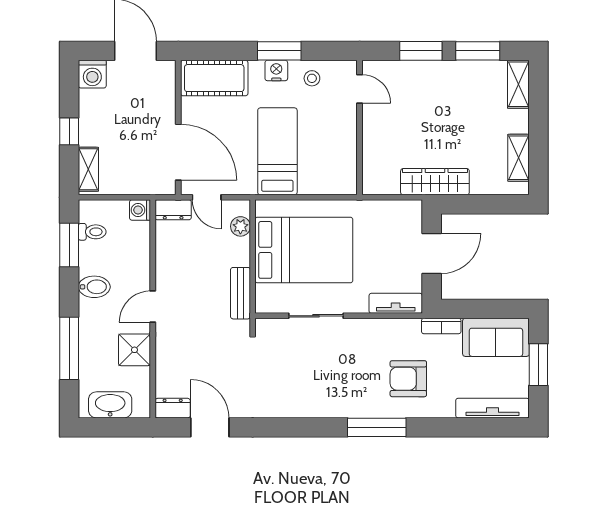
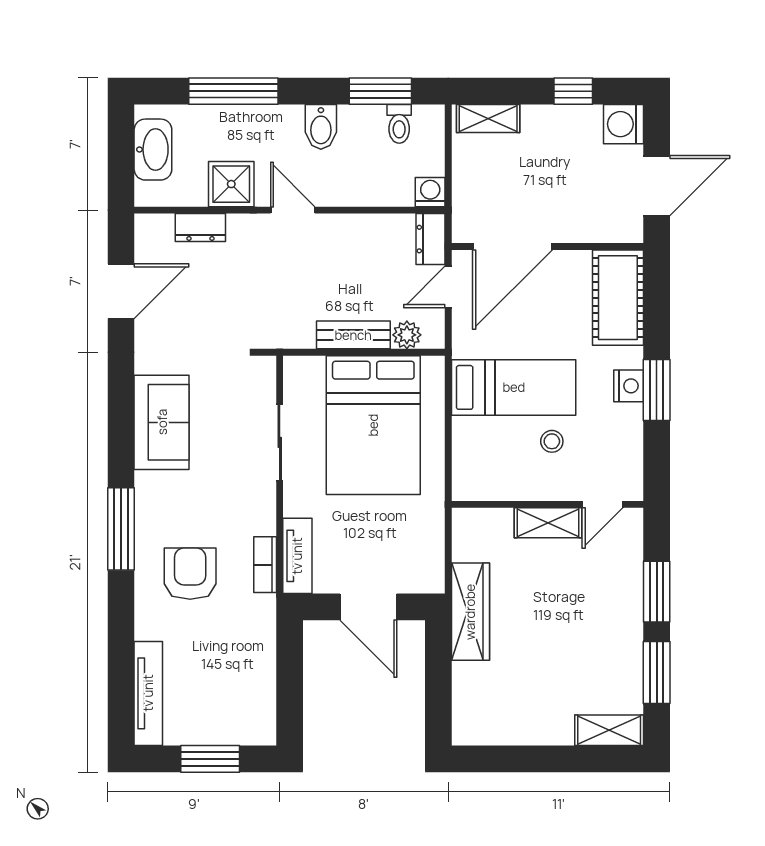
stool: (312, 78) -> (552, 441), moved
window: (69, 131) -> (573, 91), moved
shelving: (519, 158) -> (548, 523), moved
bench: (240, 293) -> (353, 335), moved
bookcase: (441, 326) -> (265, 565), moved
sofa: (496, 337) -> (162, 422), moved, turned 180
dresser: (173, 408) -> (200, 227), moved, turned 90

